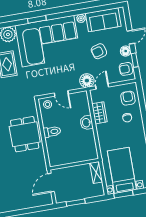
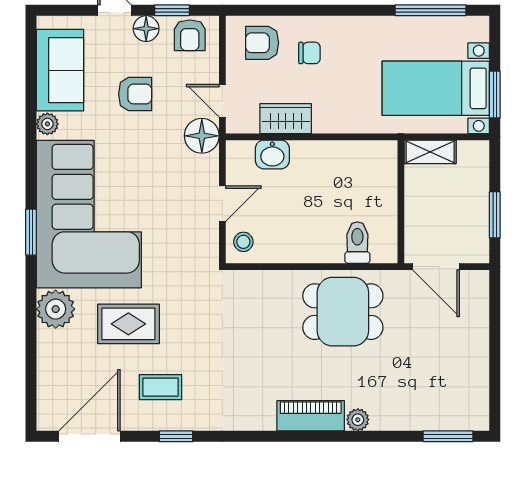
armchair: (99, 51) -> (135, 94), turned -74
washbasin: (86, 123) -> (272, 154), moved
toilet: (52, 132) -> (357, 243), moved
dining table: (25, 134) -> (343, 312), moved

